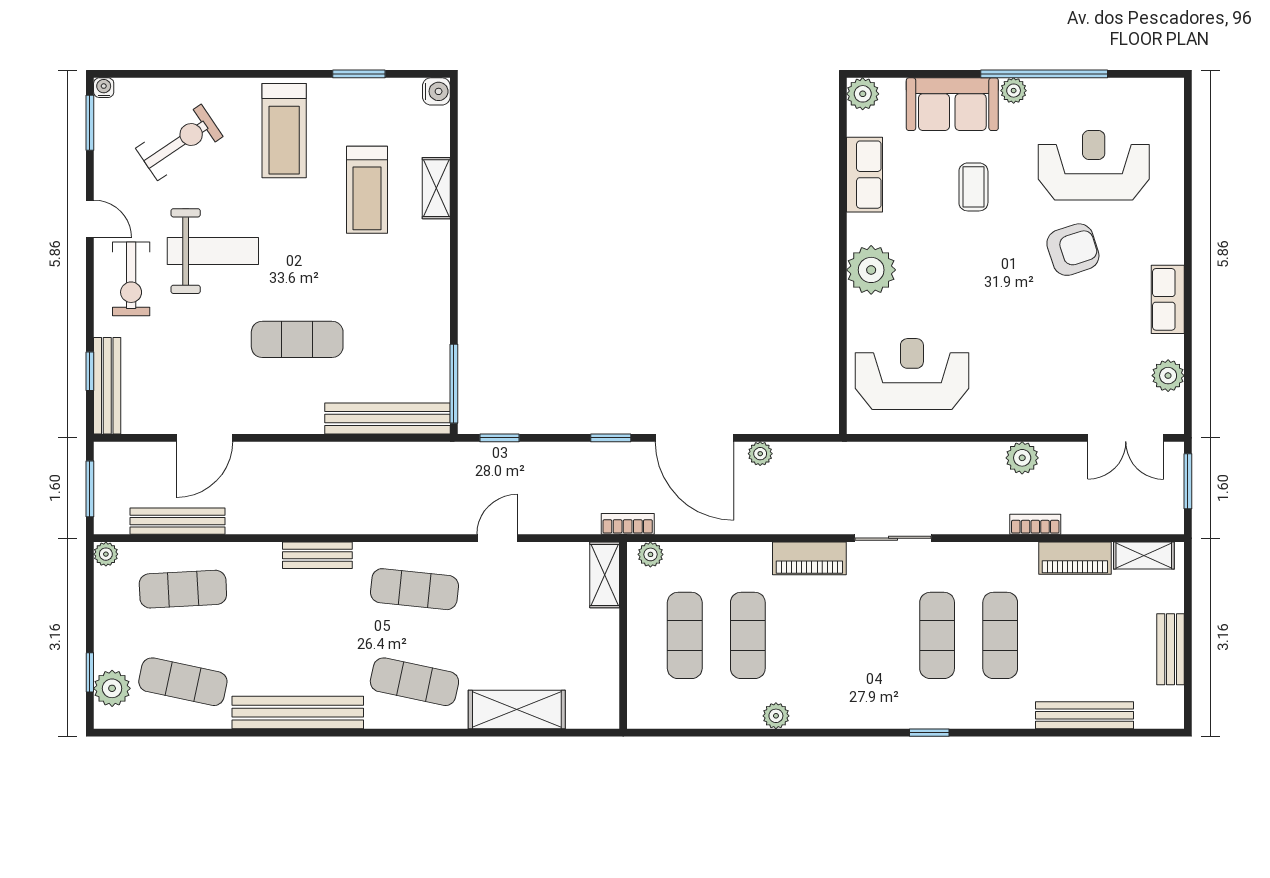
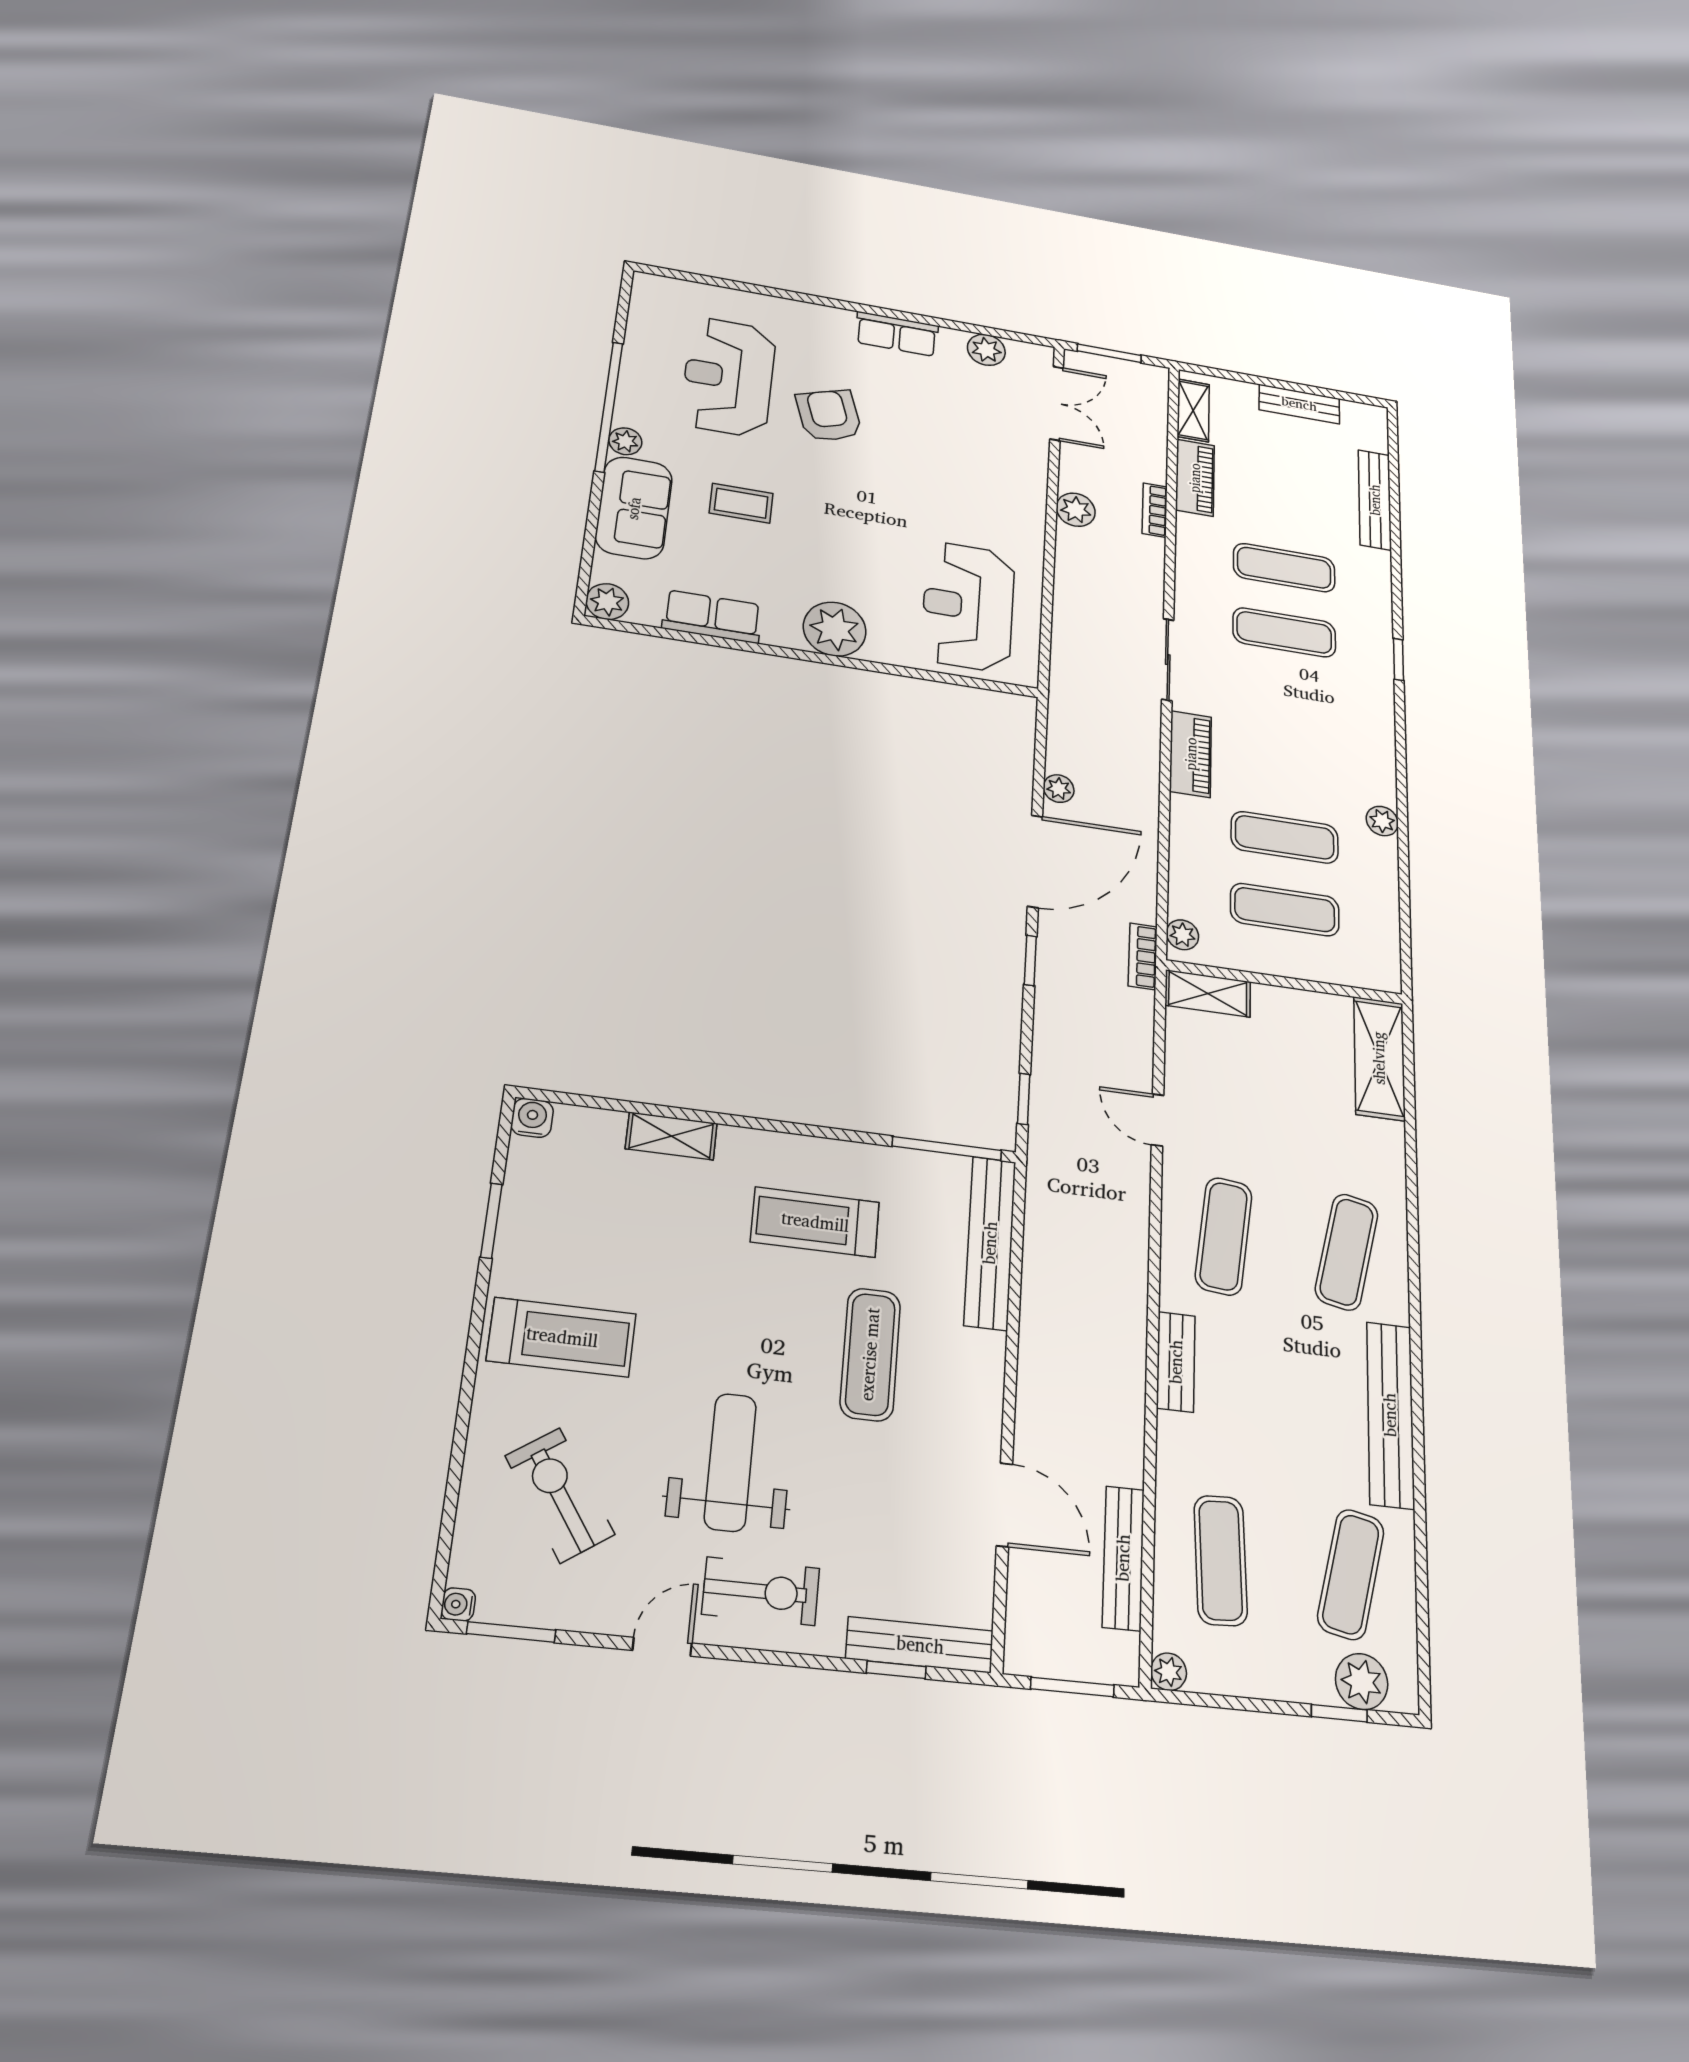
treadmill: (367, 190) -> (815, 1222), moved, turned 180
shelving: (517, 710) -> (1379, 1058), moved

